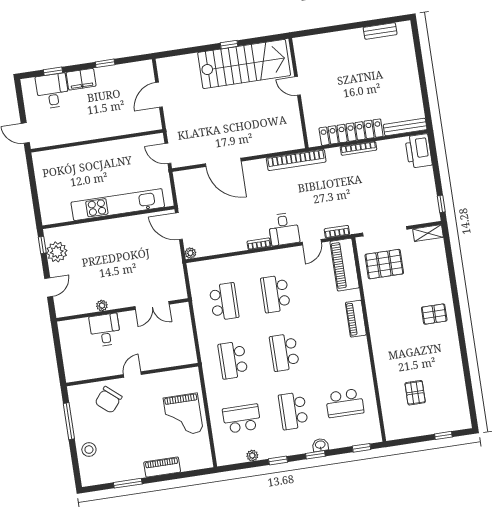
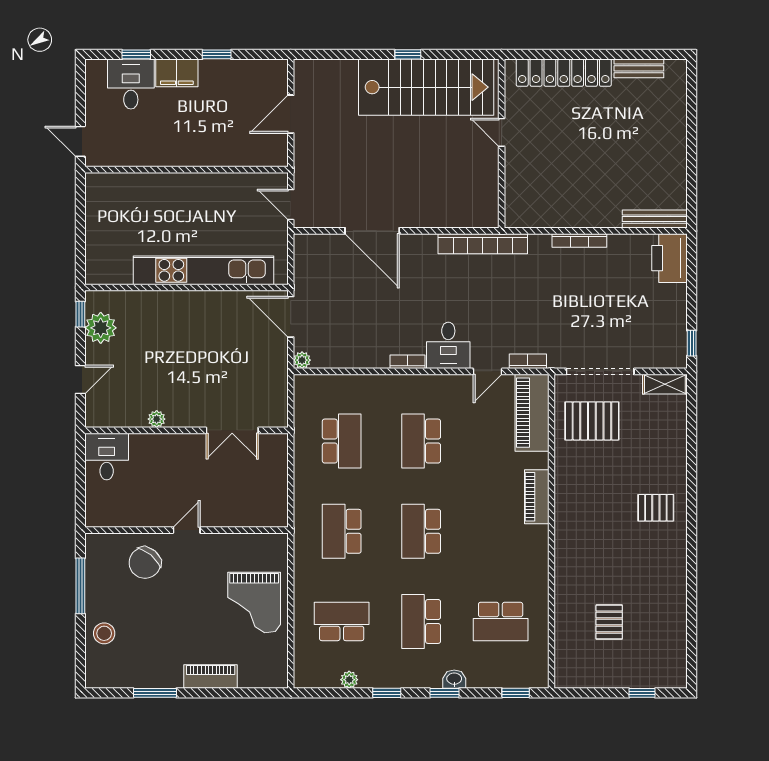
locker: (351, 132) -> (564, 73), moved, turned 180
desk: (105, 330) -> (107, 457), moved

